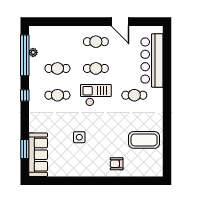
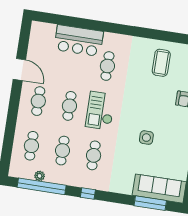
door: (120, 22) -> (19, 69), hinge flipped
cafe table: (57, 42) -> (31, 146), added
bar counter: (152, 61) -> (79, 41), width x0.73
coffee table: (144, 140) -> (161, 63), width x0.73, depth x0.76
window: (25, 149) -> (150, 203), width x1.44

